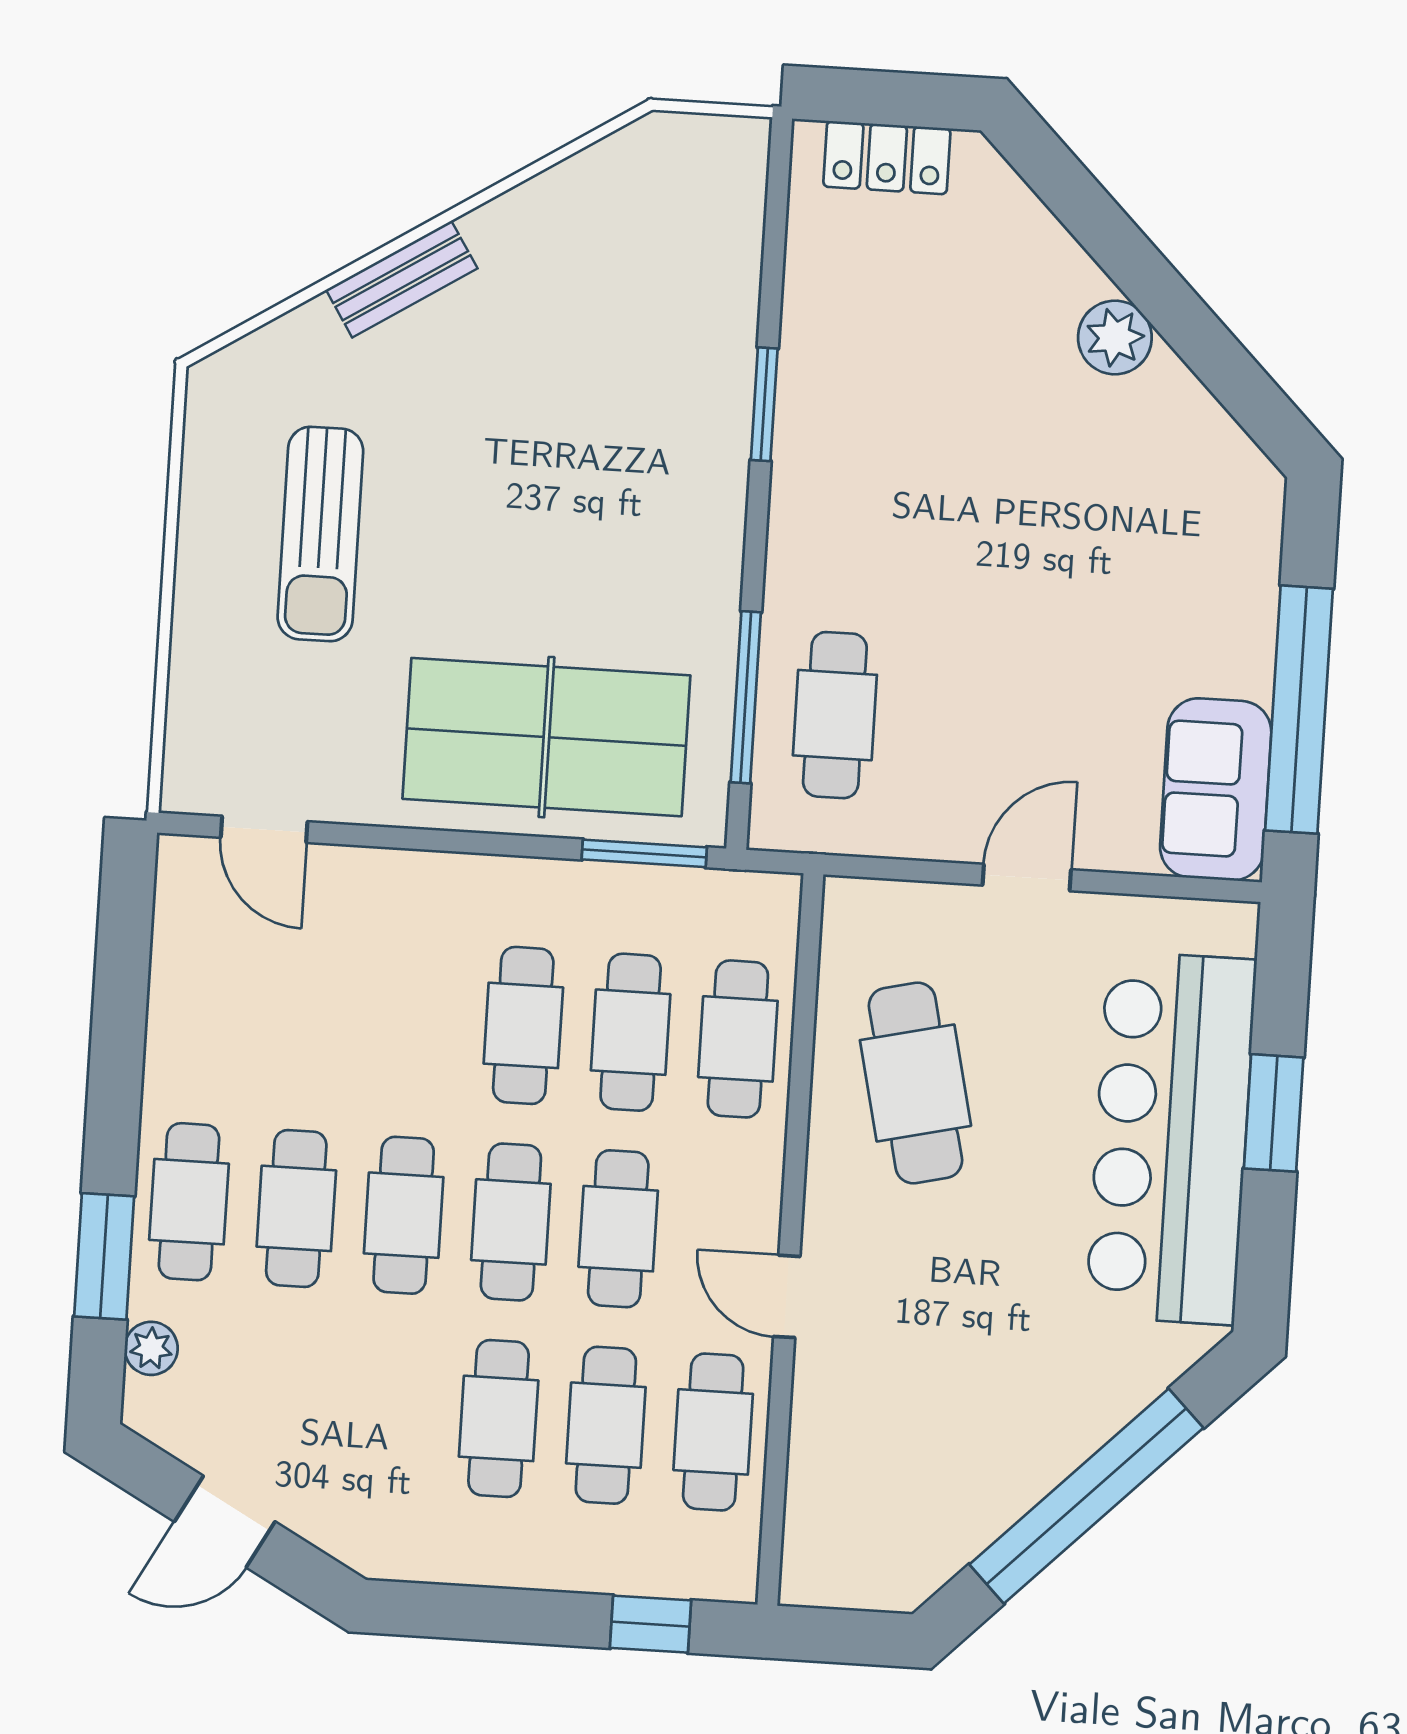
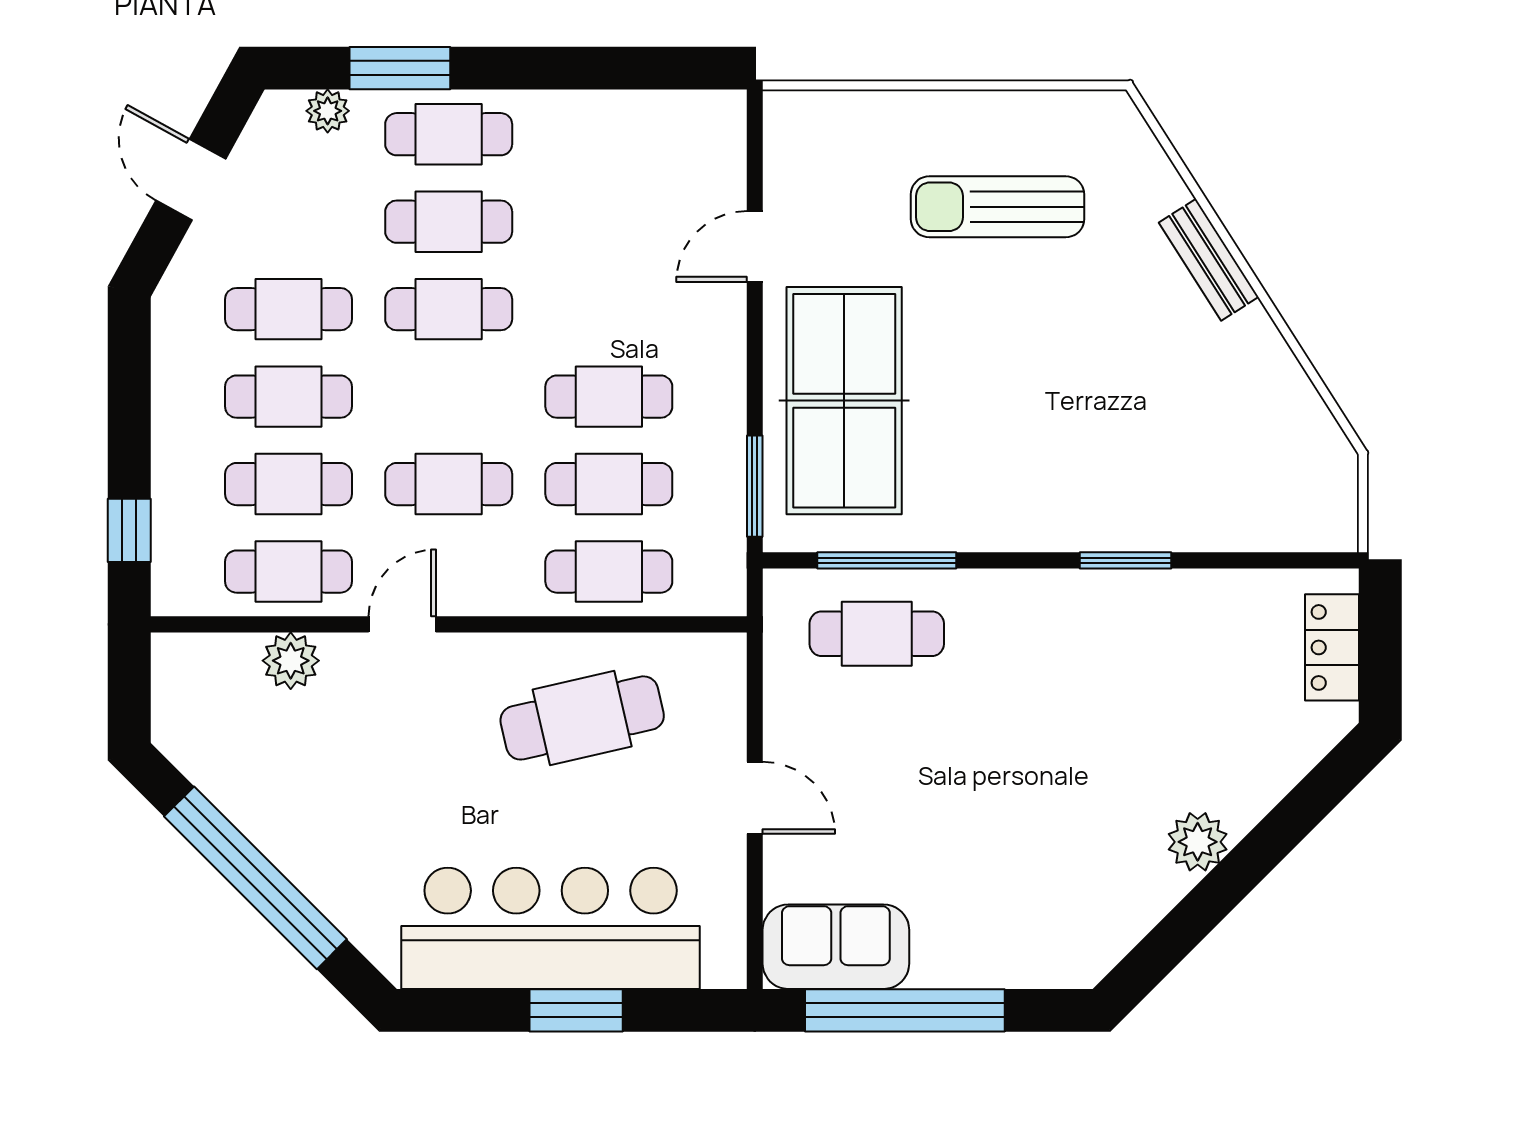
door: (264, 829) -> (755, 246), moved
cafe table: (511, 1222) -> (288, 309), moved
plant: (823, 1436) -> (291, 661), added

